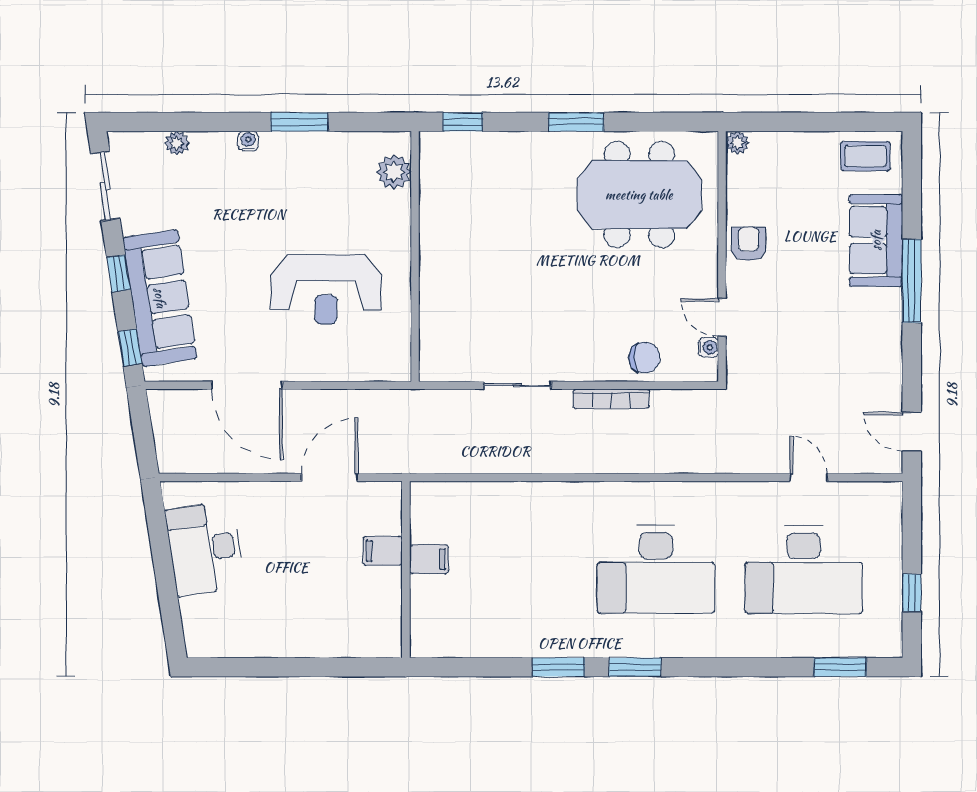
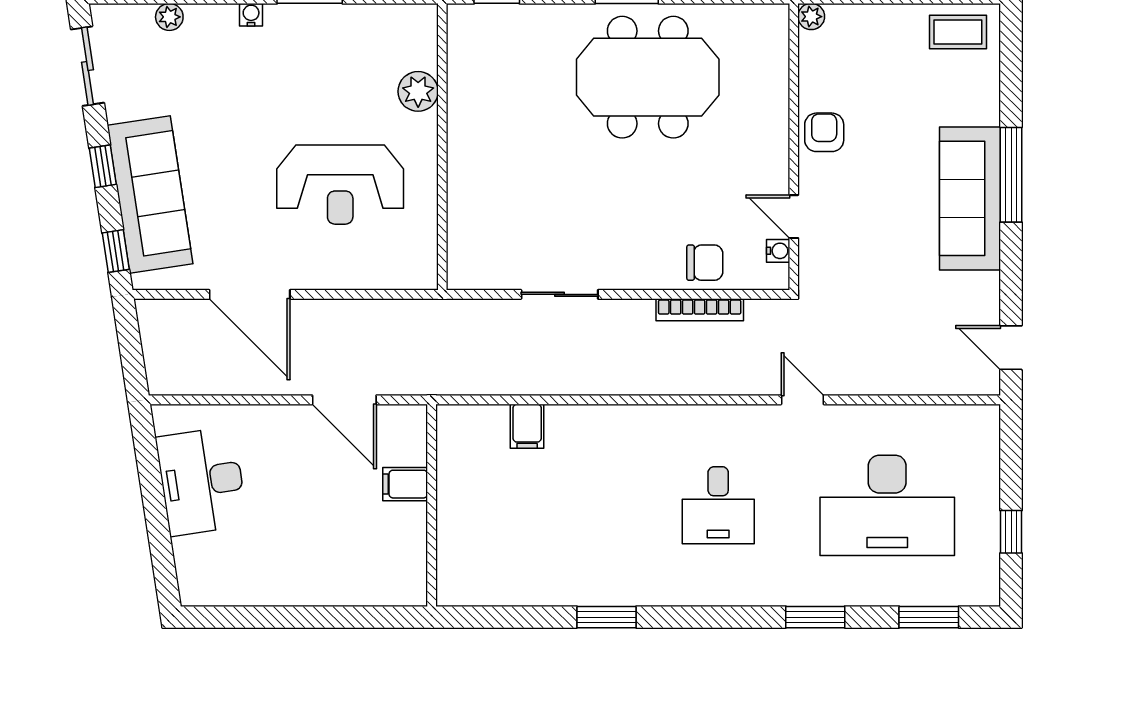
plant: (394, 172) -> (418, 91), moved
meeting table: (639, 195) -> (648, 77), moved
sofa: (876, 240) -> (970, 198), moved, width x1.36
bookcase: (611, 399) -> (700, 310), moved
door: (330, 477) -> (344, 400), swing flipped
door: (809, 477) -> (802, 400), moved
filing cabinet: (429, 559) -> (527, 426), moved, turned 90
desk: (656, 570) -> (718, 505), width x0.53, depth x0.77
window: (635, 667) -> (815, 617), moved

